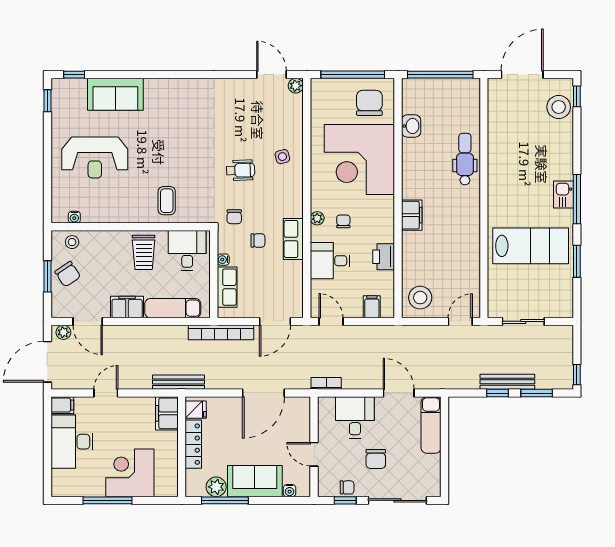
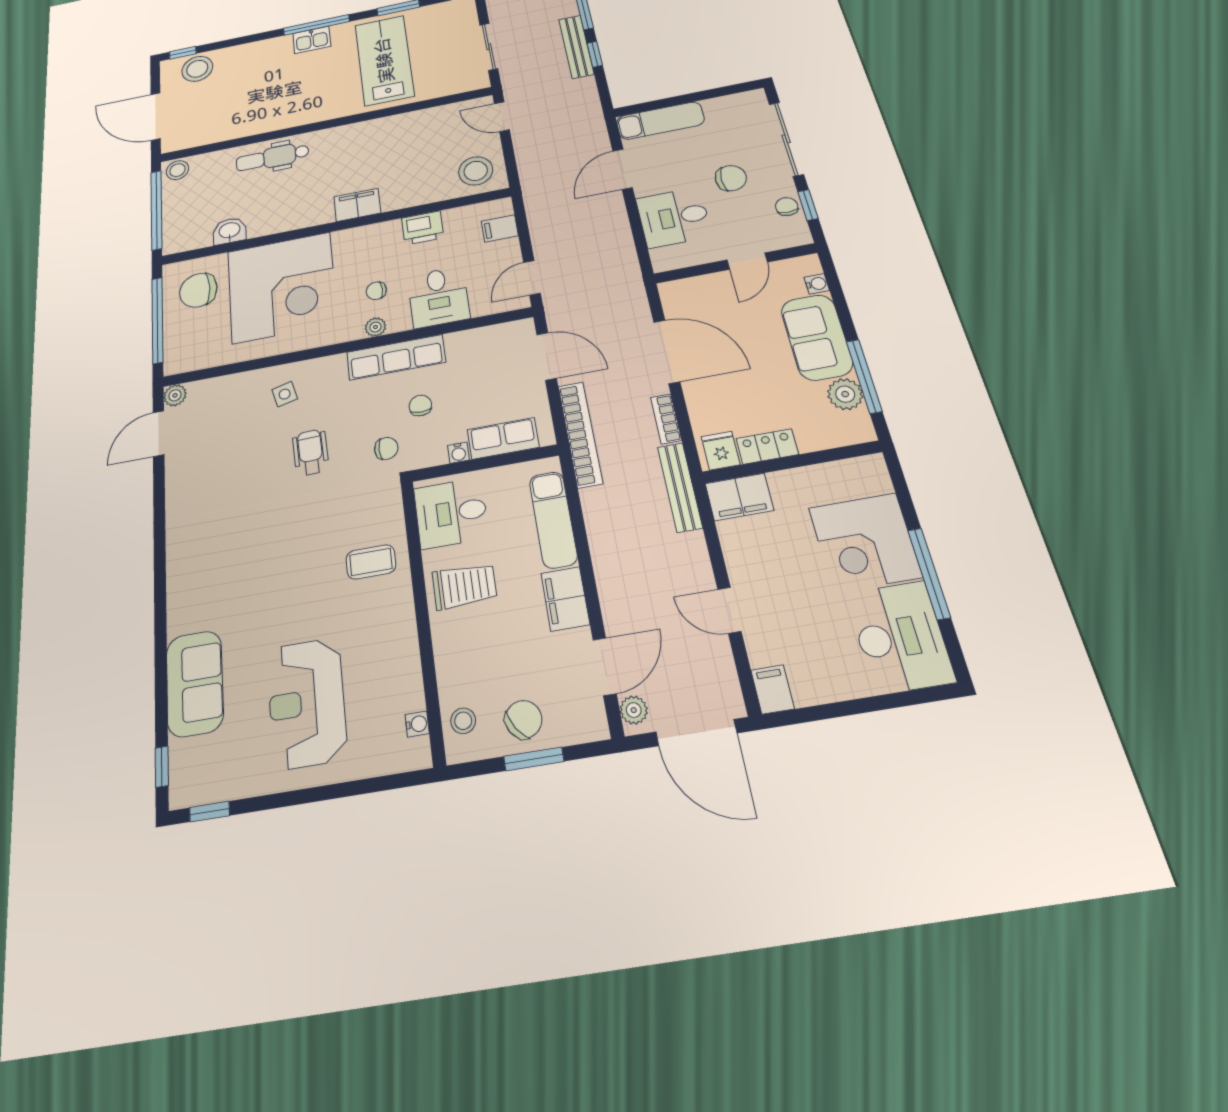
stool: (470, 90) -> (177, 170), added
reception desk: (95, 157) -> (307, 703), turned 180
row of seats: (293, 239) -> (396, 357), width x1.48
bookcase: (326, 383) -> (666, 419), moved
desk: (72, 442) -> (900, 637), moved, turned -90
locker: (193, 444) -> (767, 446), width x0.66

